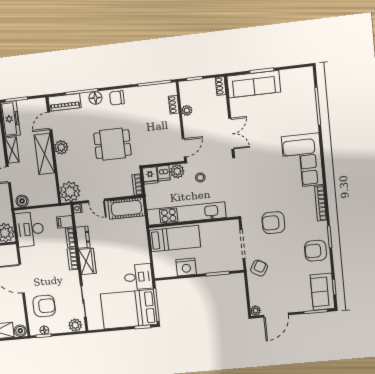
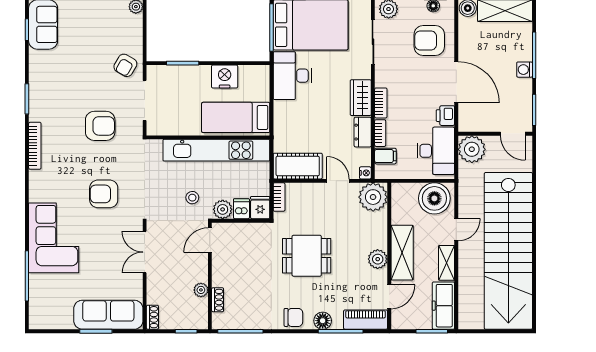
corner sofa: (302, 161) -> (54, 238), moved
boiler: (22, 201) -> (434, 198), width x1.86, depth x1.86
armchair: (316, 251) -> (104, 194), moved, turned 180
printer: (26, 255) -> (445, 116), added
desk: (138, 277) -> (292, 76), width x1.37

